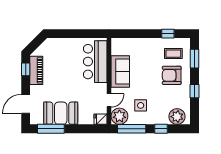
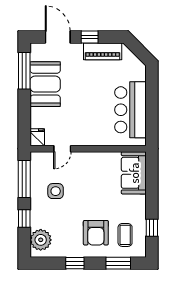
bar counter: (95, 62) -> (130, 110), moved, turned -90
window: (26, 69) -> (90, 37), moved
sofa: (120, 71) -> (134, 173), moved, turned 90
armchair: (172, 75) -> (96, 233), turned 180
door: (109, 100) -> (62, 149), hinge flipped
plant: (119, 116) -> (41, 163), removed

